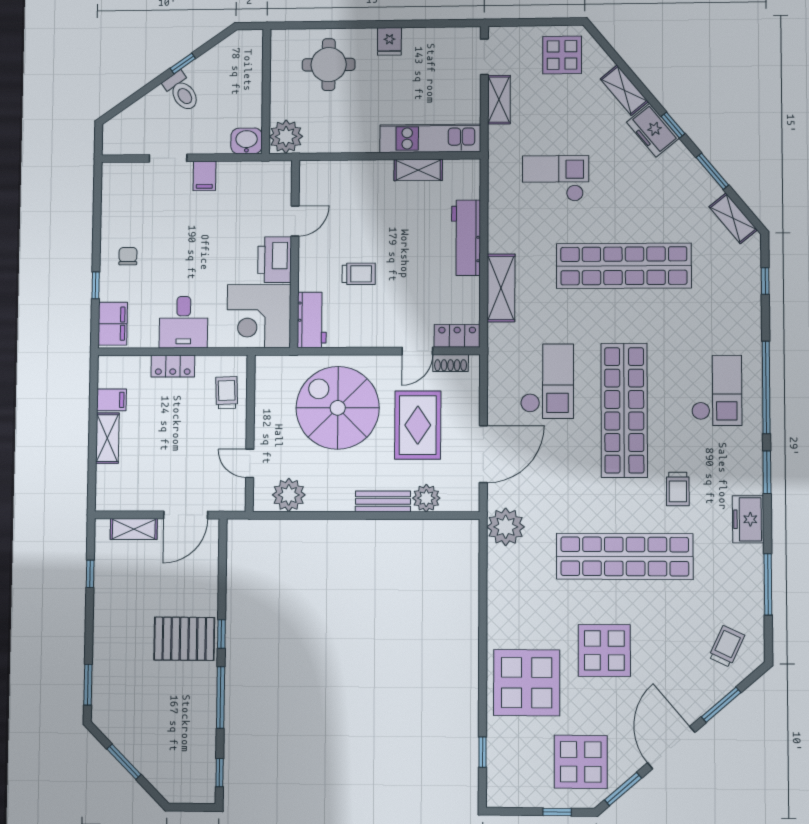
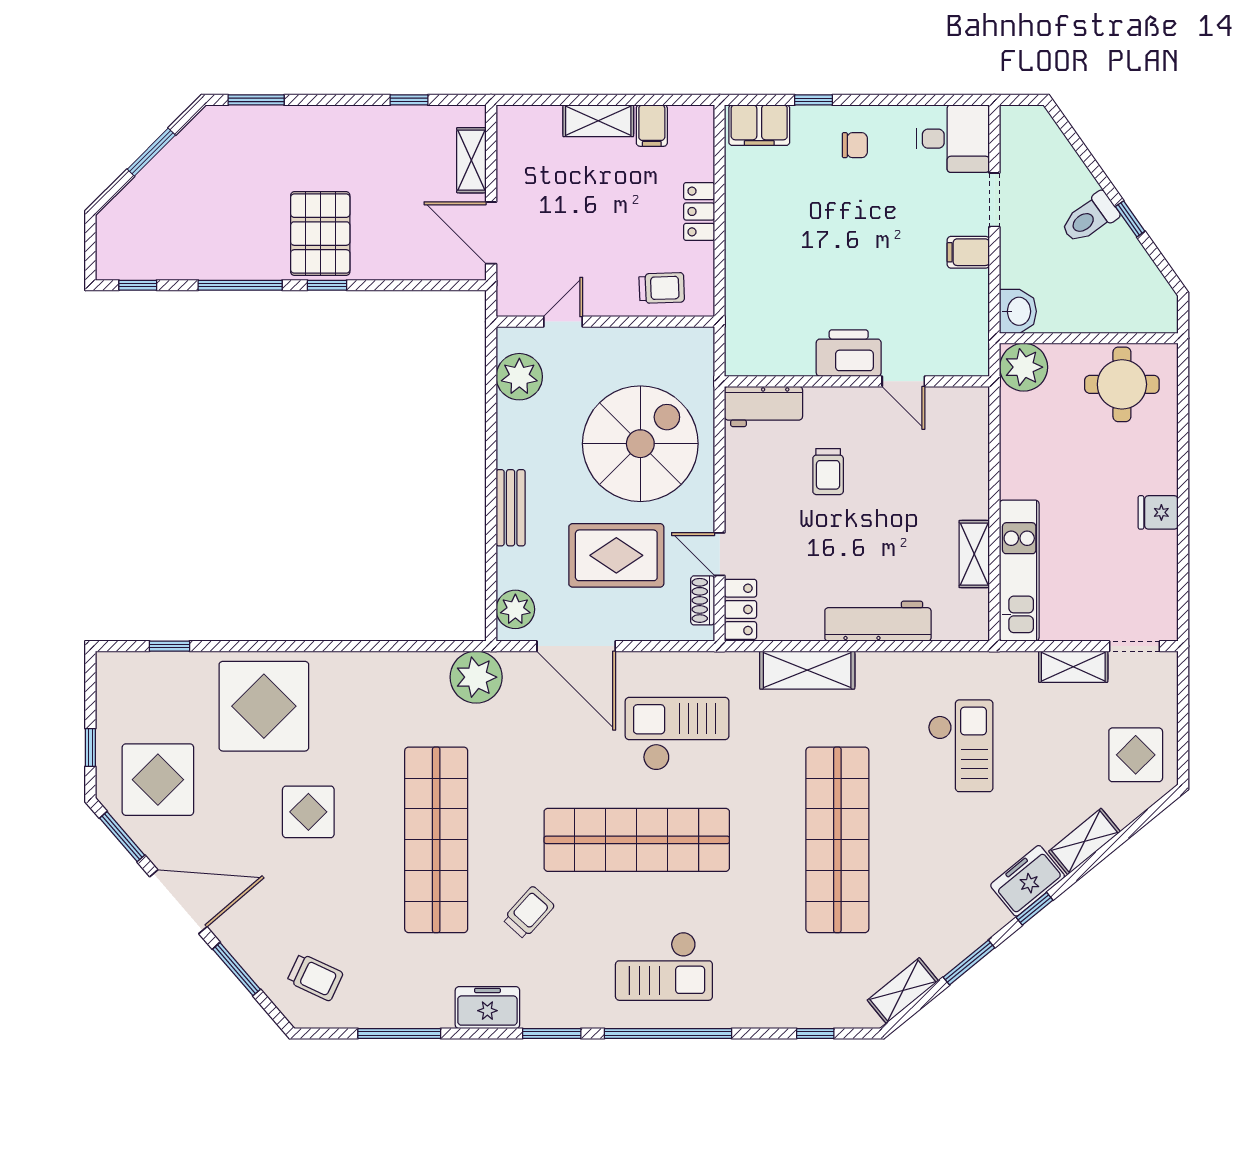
round table: (329, 65) -> (1122, 384), moved
corner desk: (259, 316) -> (769, 332), removed
desk: (184, 322) -> (953, 139), moved, turned 180
checkout: (547, 381) -> (677, 734), turned 180
trolley: (678, 489) -> (529, 913), turned 132
plant: (426, 498) -> (515, 609), moved
display table: (604, 650) -> (308, 812), width x0.73, depth x0.73

